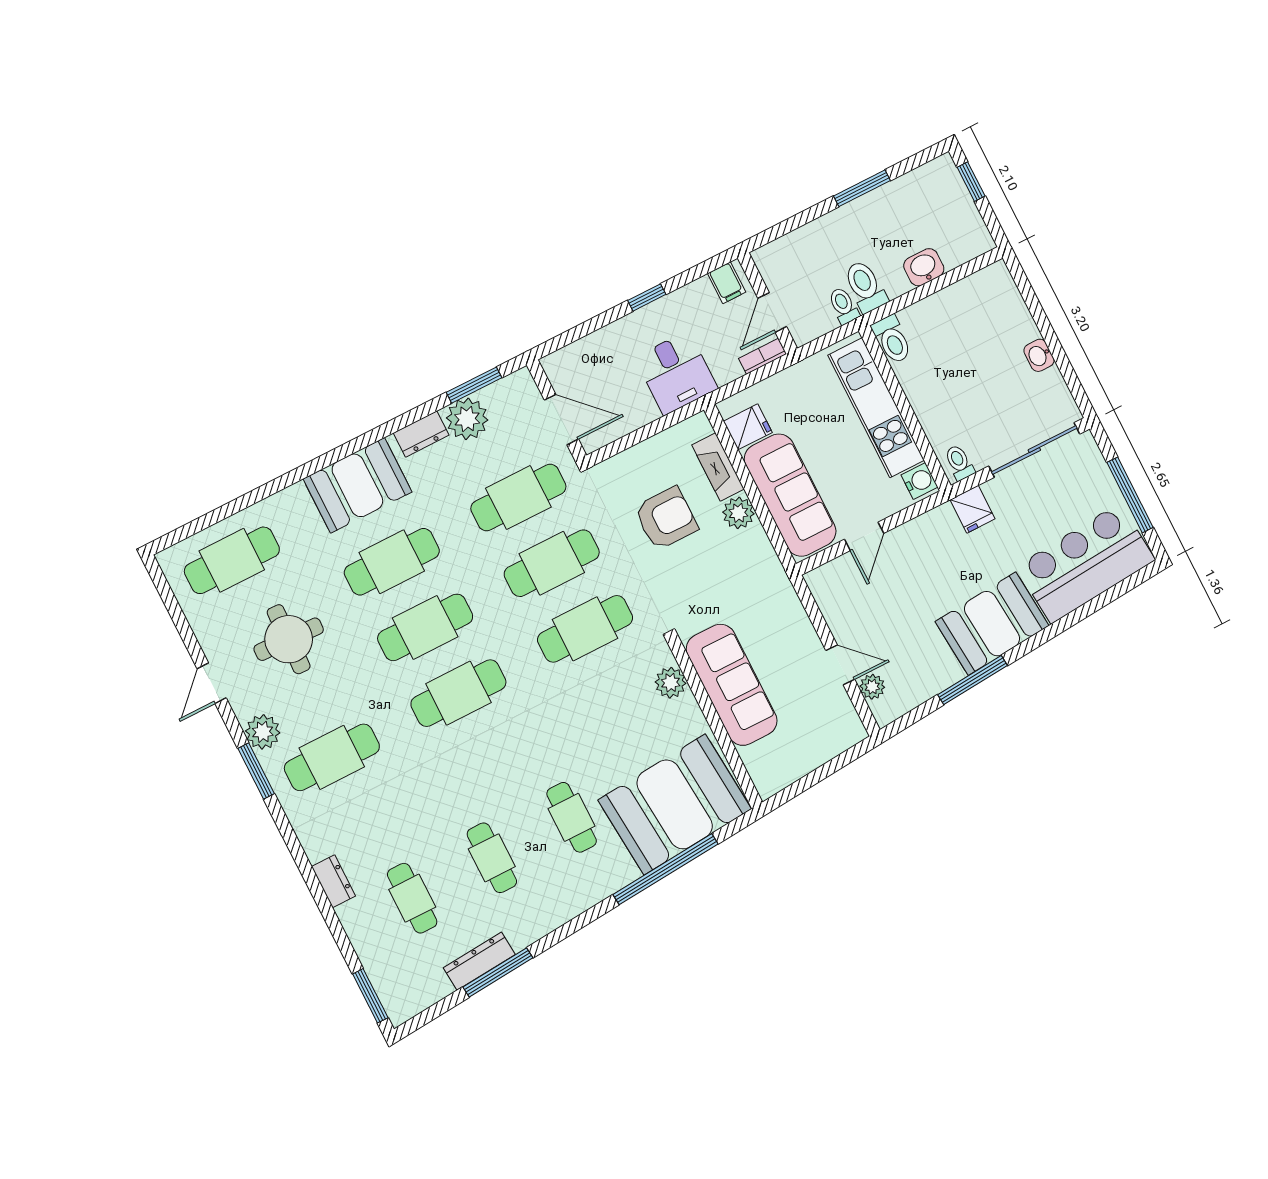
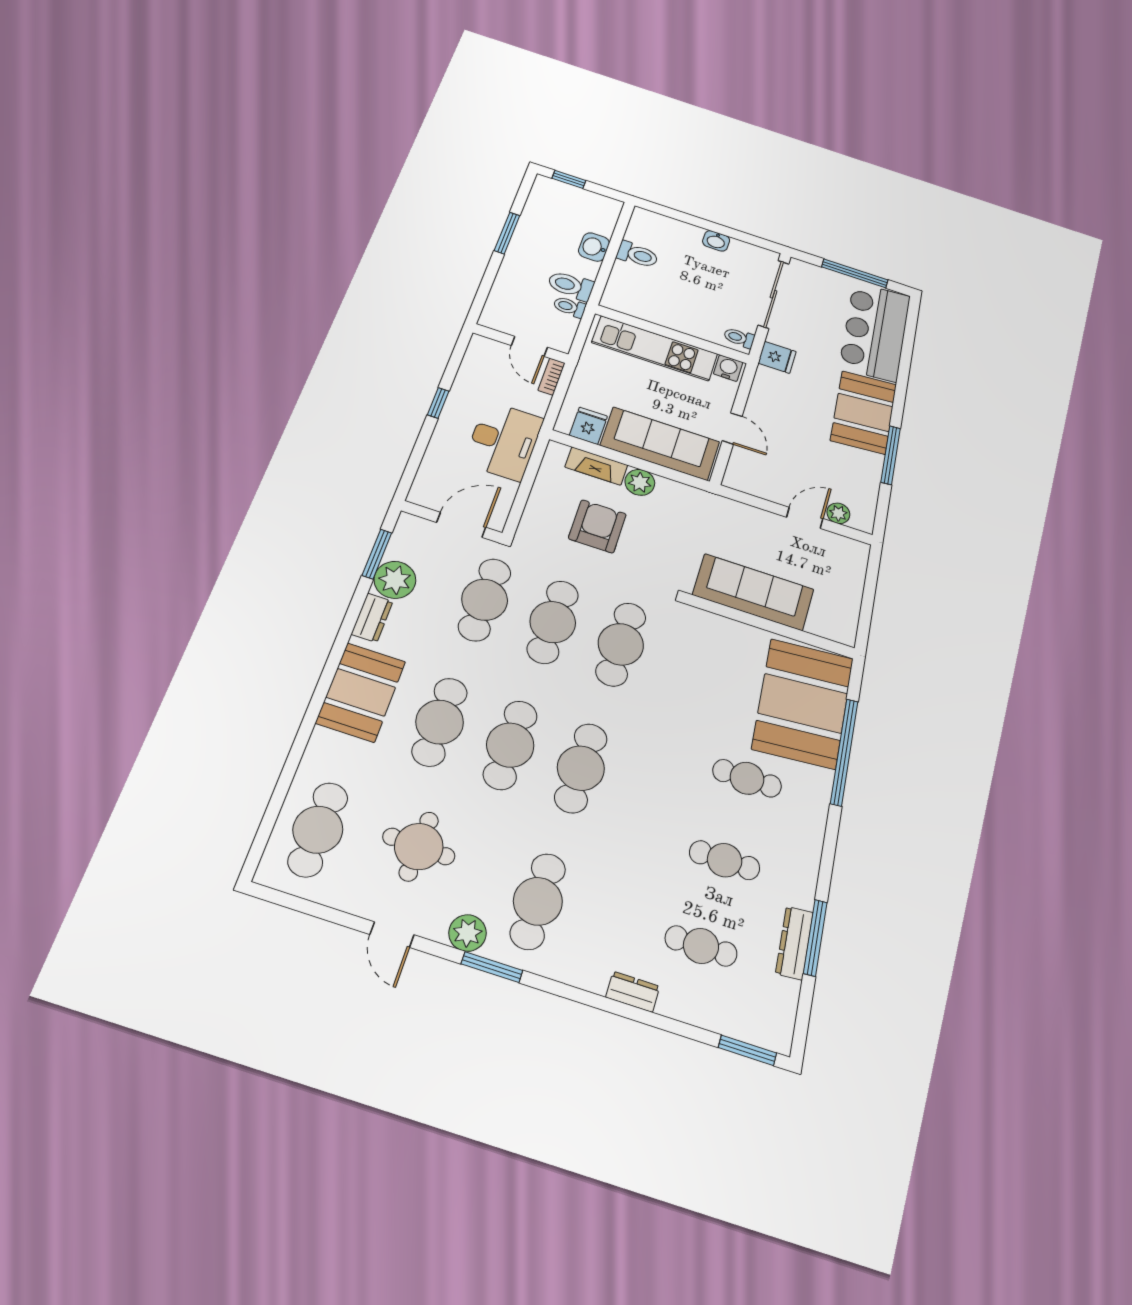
filing cabinet: (727, 283) -> (481, 353), removed
toilet: (892, 339) -> (637, 255), moved
desk: (676, 373) -> (504, 441), width x1.37
plant: (671, 683) -> (714, 627), removed

